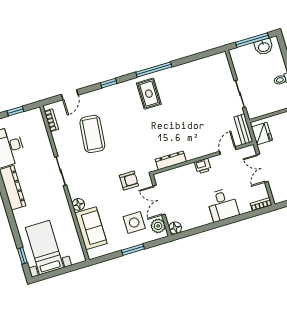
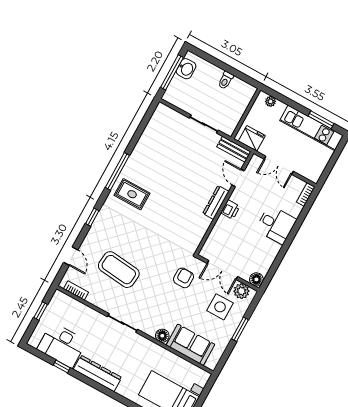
dresser: (171, 160) -> (216, 202), moved

